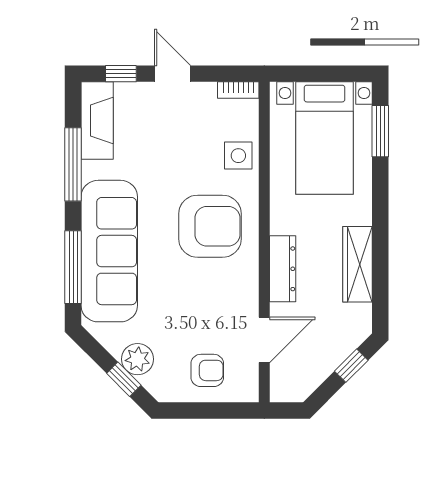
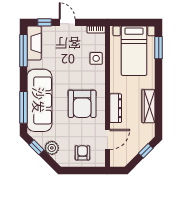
window: (73, 164) -> (23, 51), moved
armchair: (210, 226) -> (82, 104), moved, turned 90
armchair: (207, 370) -> (82, 153), turned -90
window: (124, 379) -> (36, 147), moved

